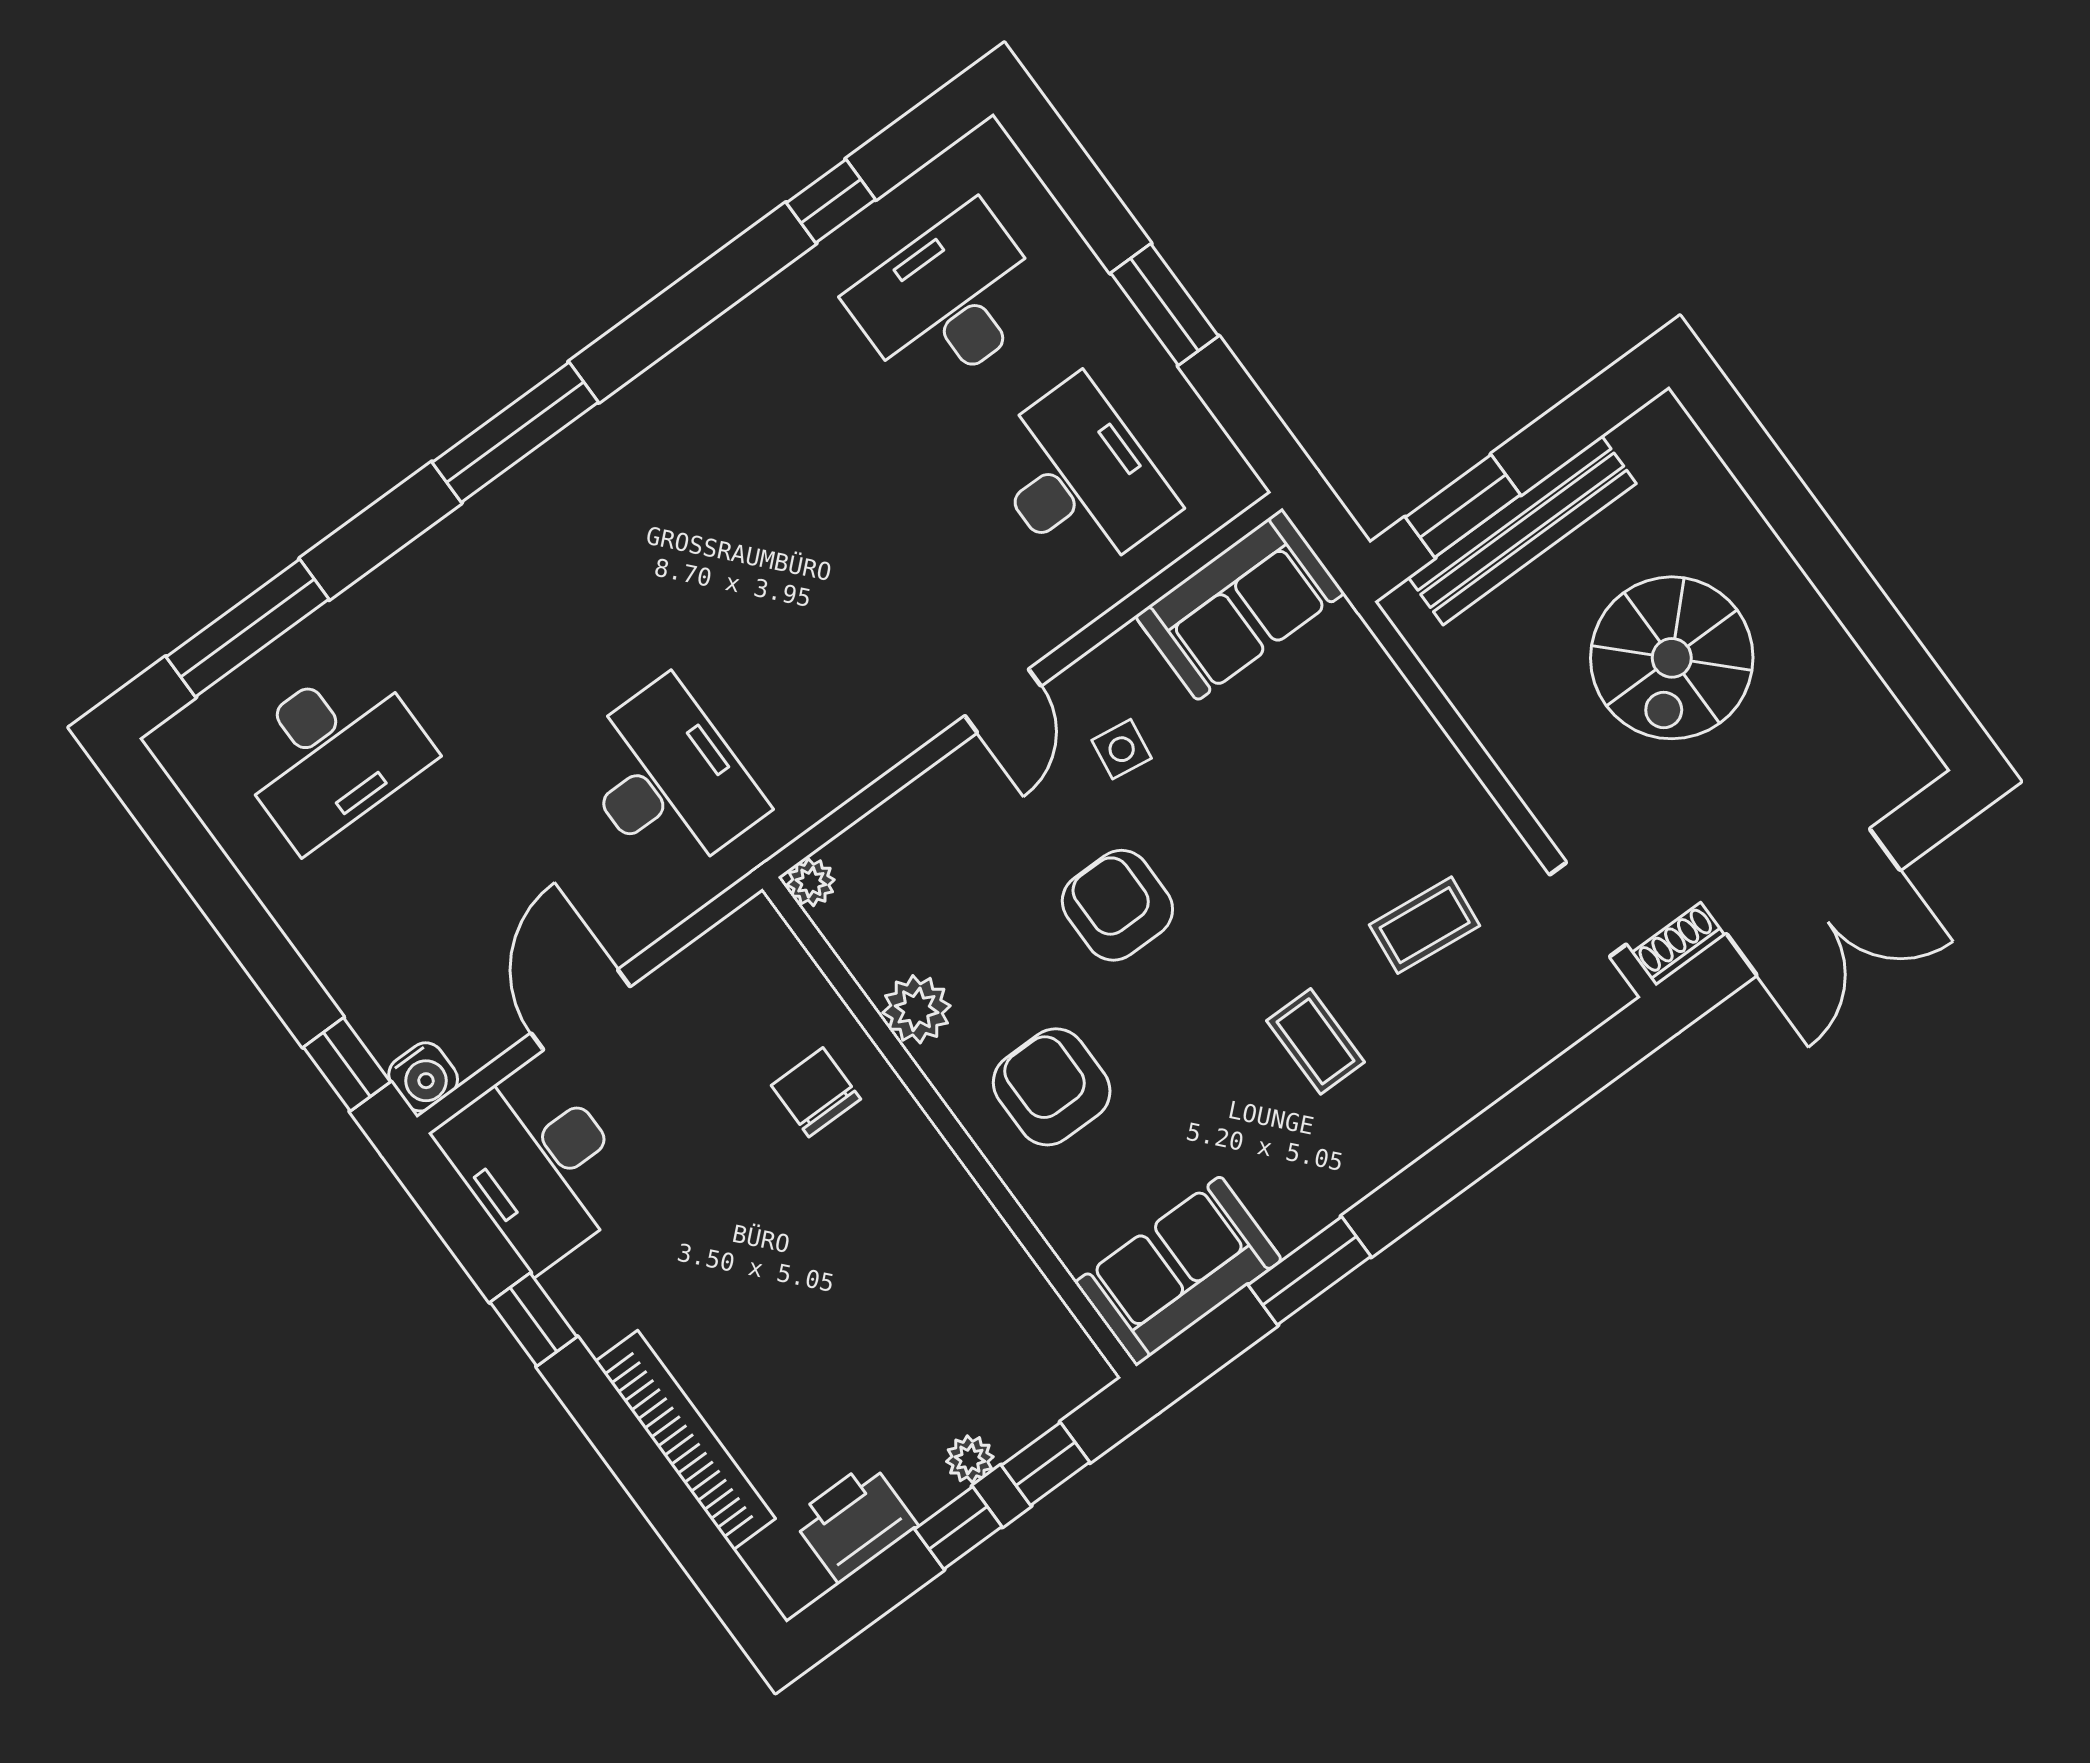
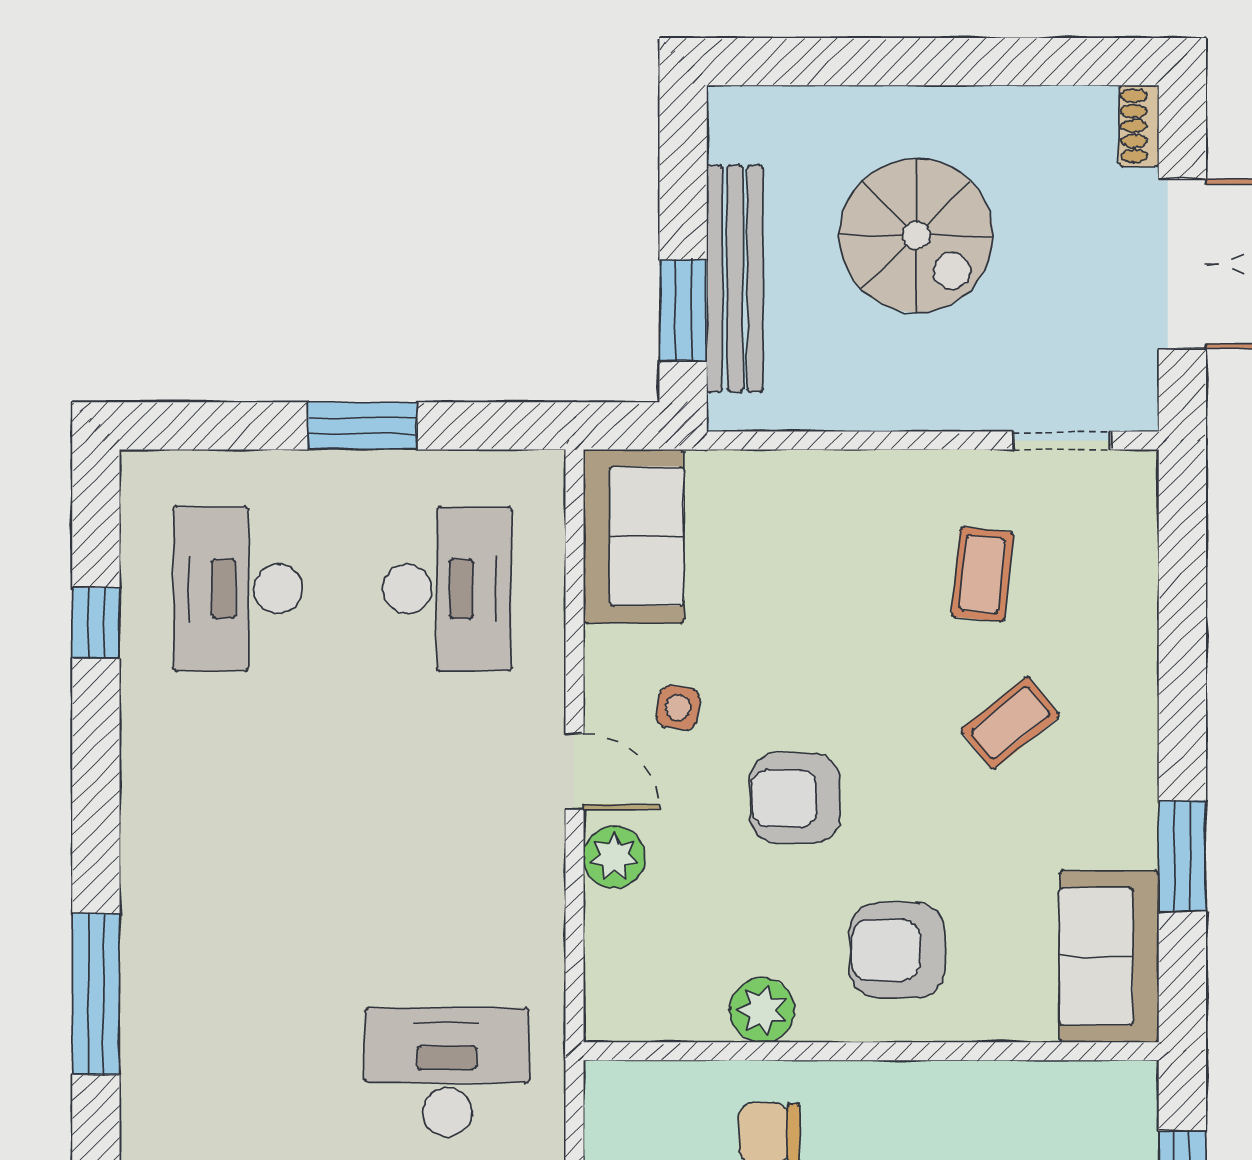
desk: (1079, 479) -> (447, 589), turned 90
plant: (811, 882) -> (614, 857), moved, width x1.38, depth x1.38
shoe rack: (1678, 944) -> (1139, 126), moved
coffee table: (1316, 1041) -> (1010, 723), turned -39

